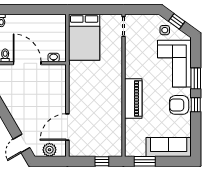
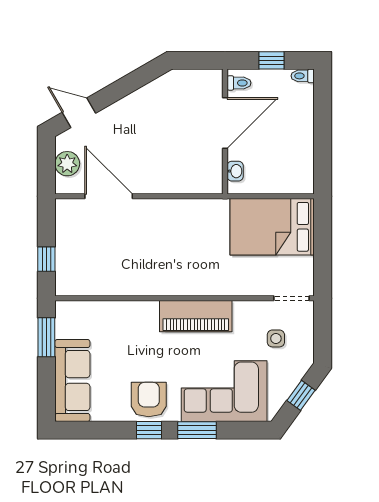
side table: (165, 30) -> (276, 338), moved
piano: (133, 98) -> (196, 316), moved

